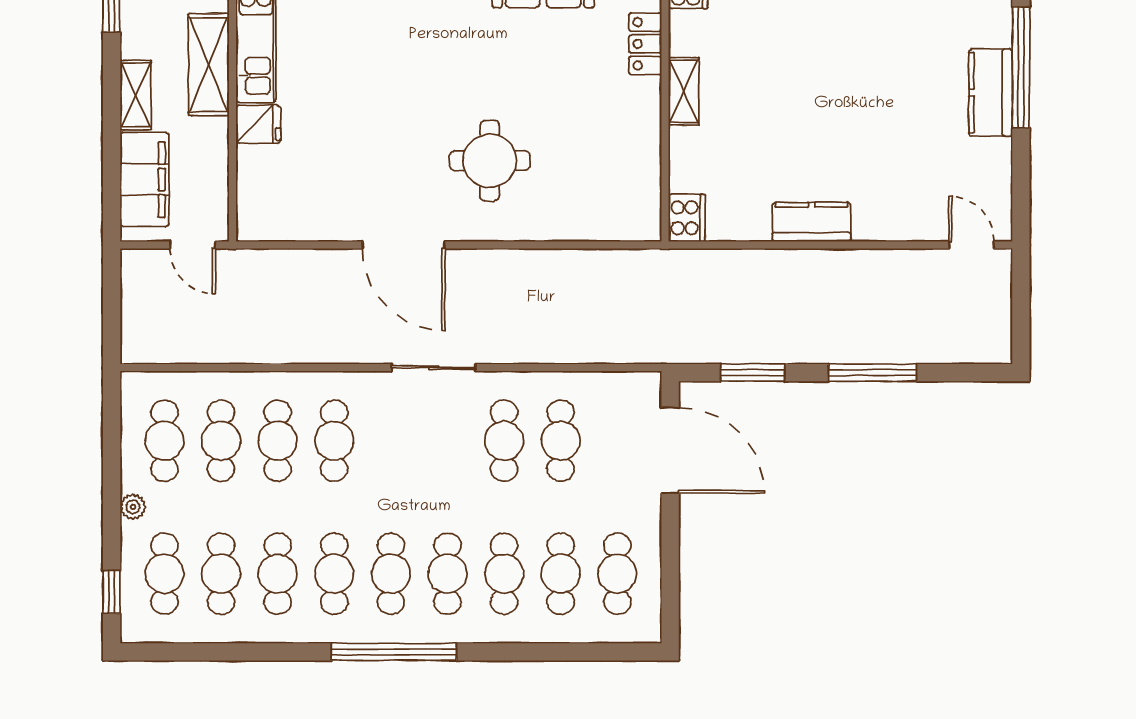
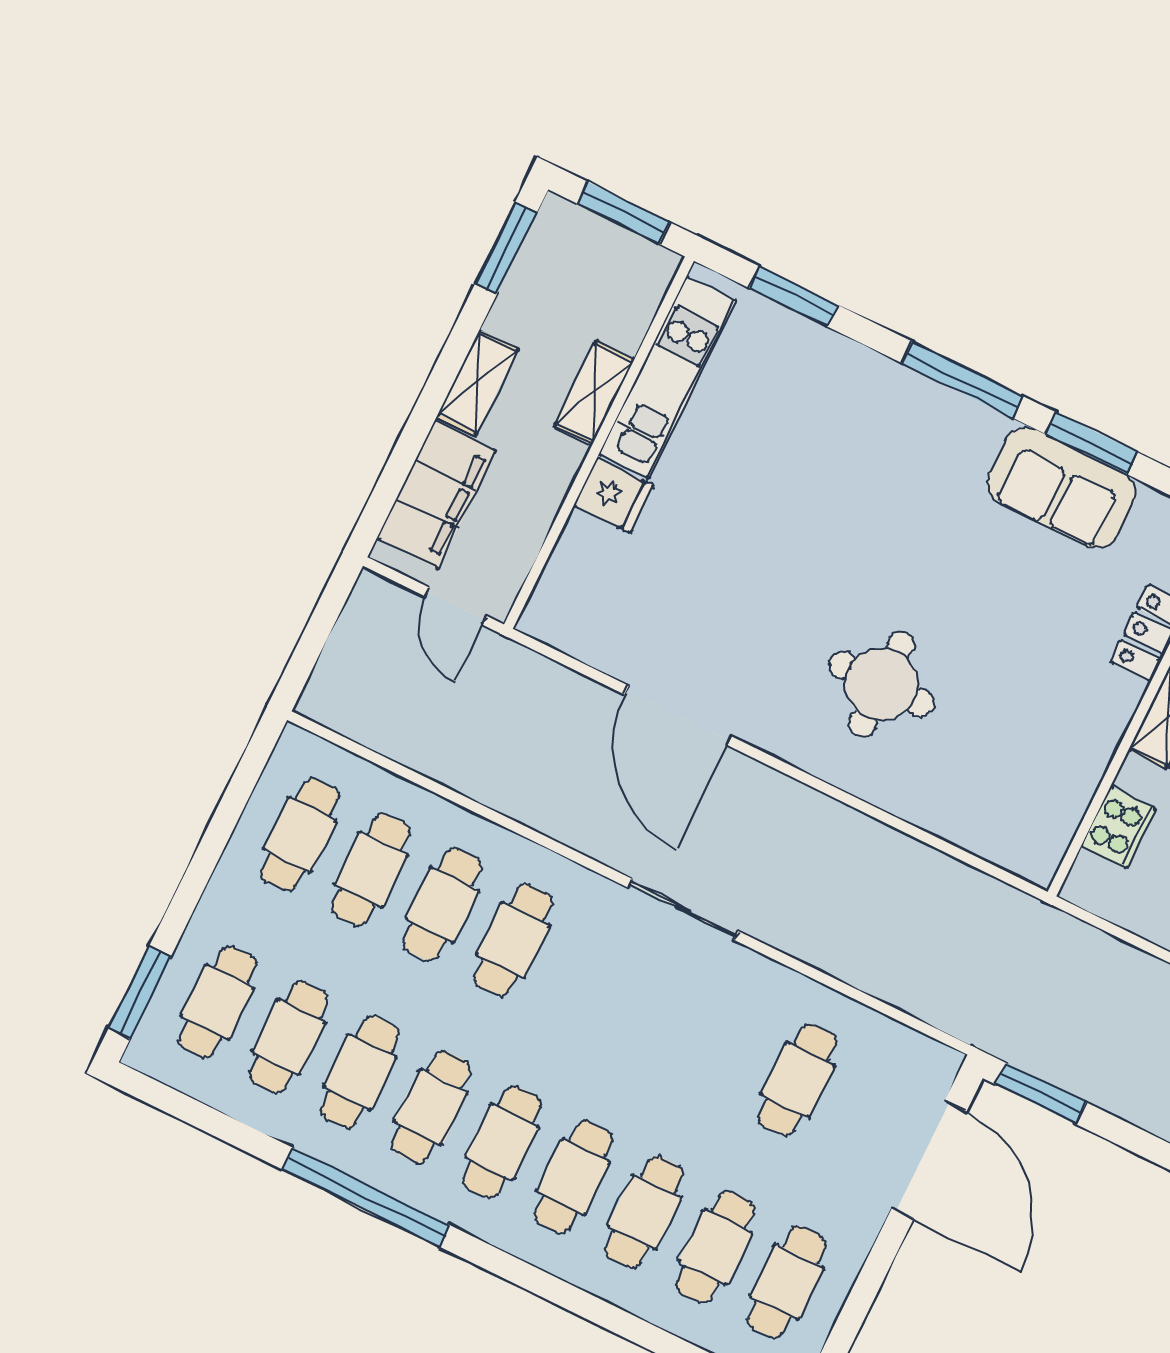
shelving: (209, 65) -> (594, 393), width x0.67, depth x0.75
cooker: (687, 218) -> (1119, 828), moved
door: (404, 245) -> (678, 716), moved
window: (753, 373) -> (1041, 1093), moved
cafe table: (504, 441) -> (726, 1045), removed
plant: (133, 507) -> (219, 899), removed
window: (112, 592) -> (140, 992), width x1.50
window: (394, 652) -> (366, 1197), moved

